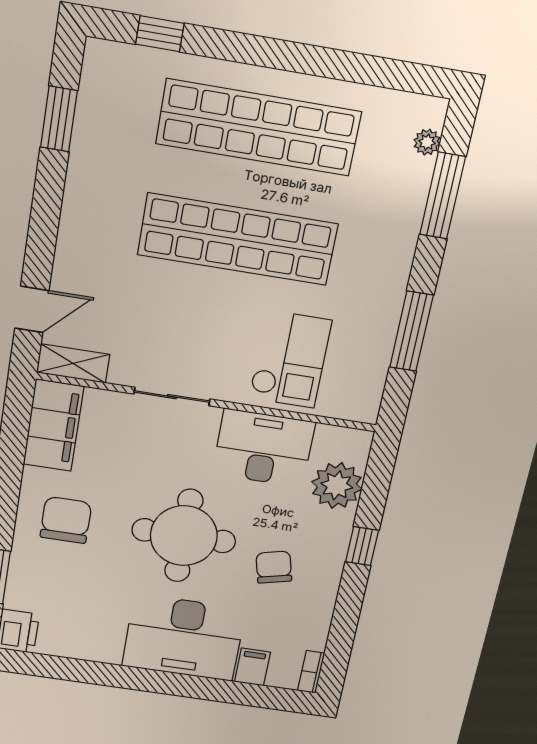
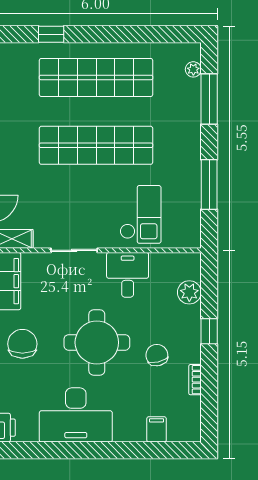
window: (160, 34) -> (51, 34), moved
desk: (264, 448) -> (128, 275), width x0.73
plant: (337, 485) -> (189, 292), width x0.73, depth x0.73
desk: (184, 638) -> (76, 415), moved
bookcase: (311, 672) -> (195, 380), moved

